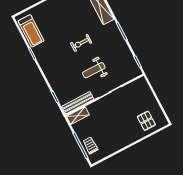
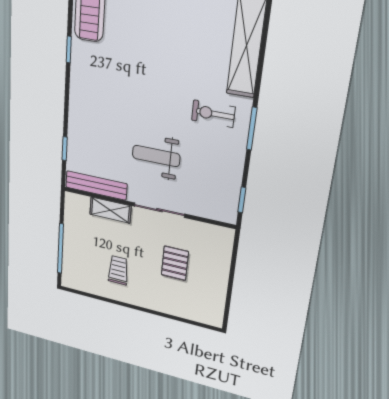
exercise bike: (81, 43) -> (213, 114), moved
shelving: (78, 116) -> (110, 210), moved
pallet: (146, 121) -> (175, 263), moved
trolley: (91, 146) -> (118, 270), moved

